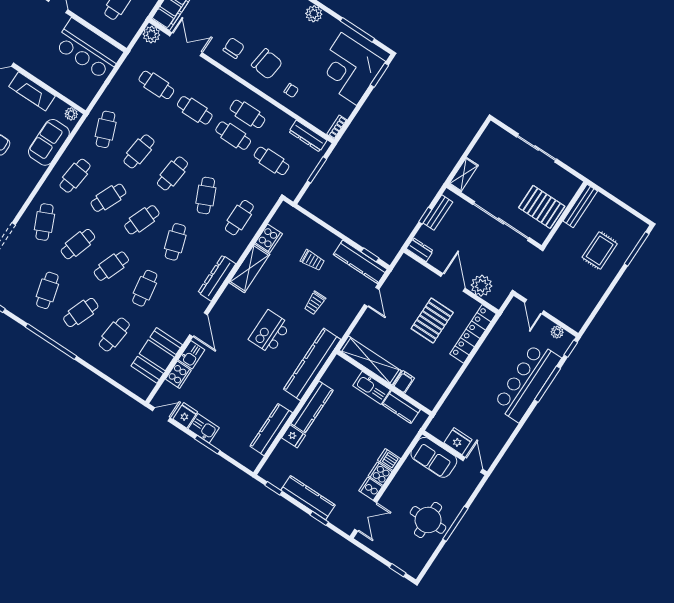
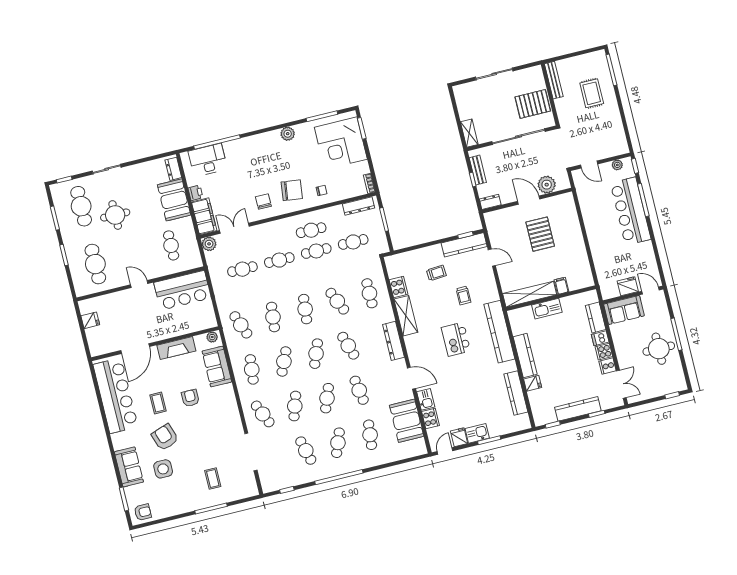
locker: (473, 334) -> (571, 217), removed
kitchen counter: (401, 407) -> (596, 318), moved, turned 90

